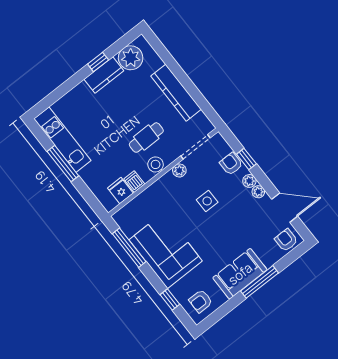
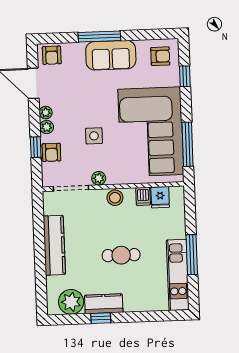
cafe table: (146, 138) -> (121, 255), moved
corner sofa: (166, 250) -> (151, 132), width x1.36, depth x1.36

